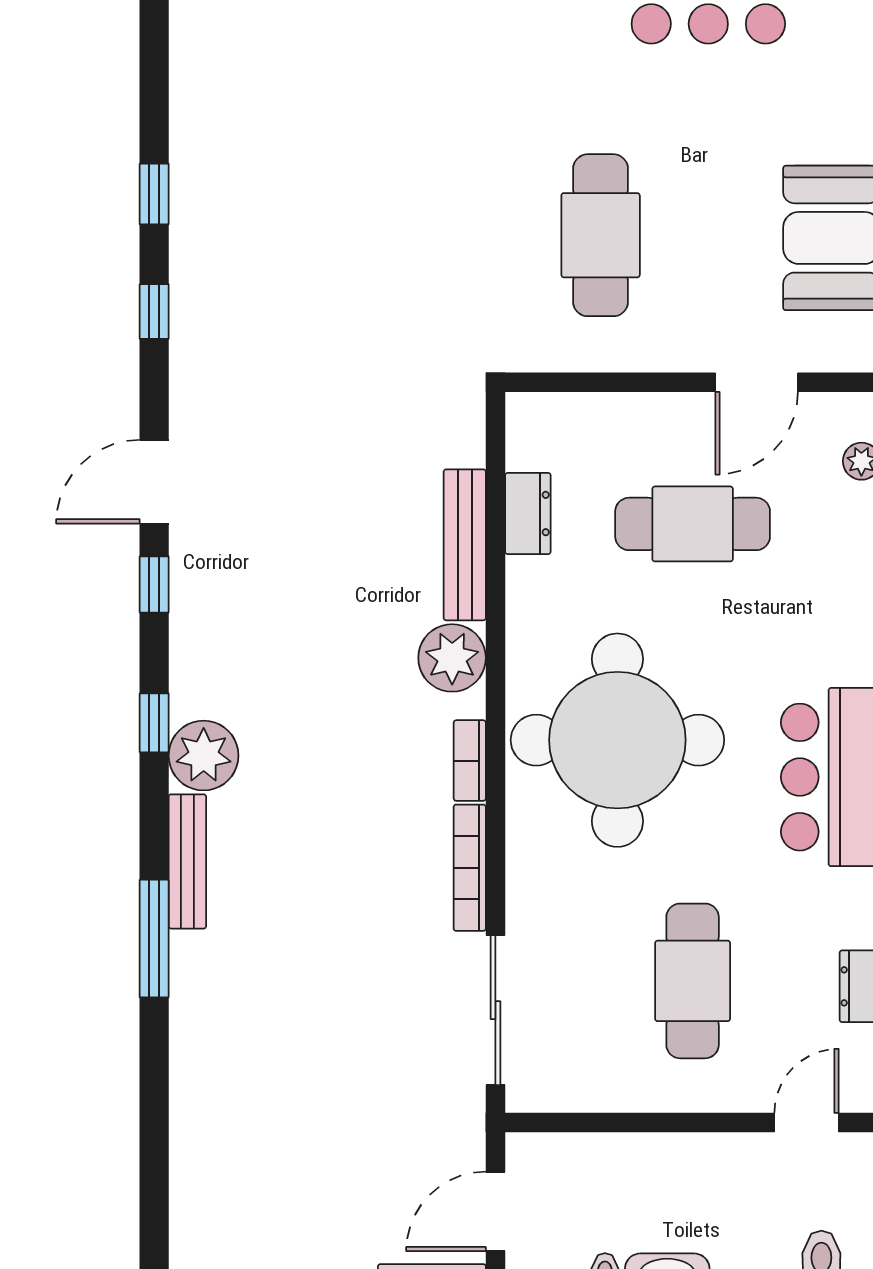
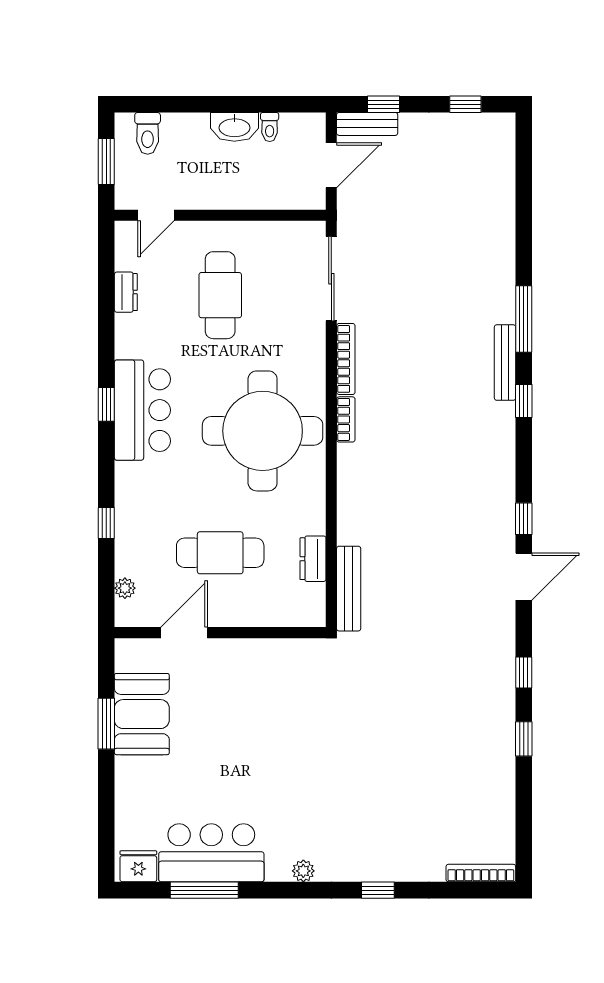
cafe table: (601, 235) -> (272, 716), removed
bench: (465, 545) -> (349, 589), moved
plant: (452, 658) -> (356, 477), removed
window: (154, 723) -> (524, 401), moved
plant: (204, 756) -> (496, 422), removed

